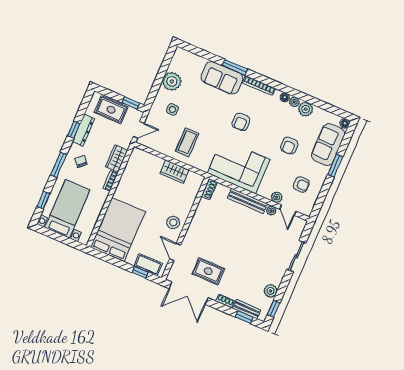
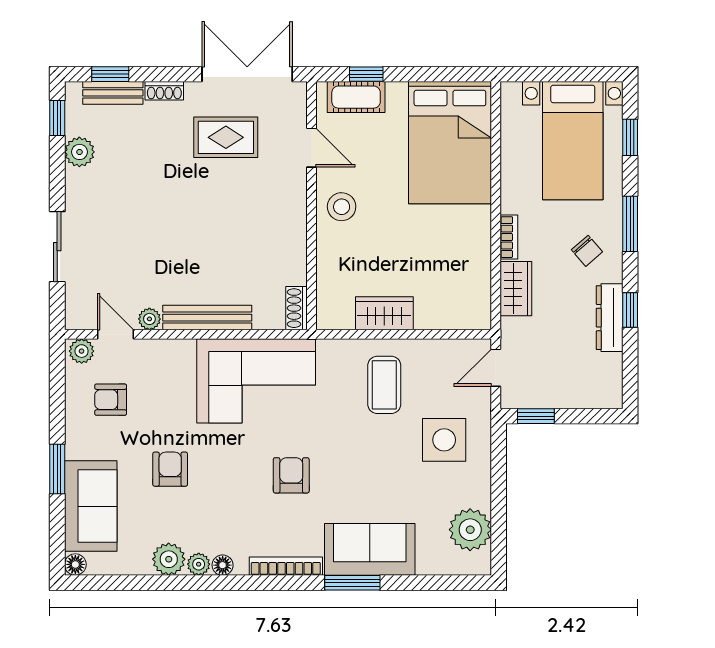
plant: (172, 81) -> (470, 530), moved
side table: (172, 109) -> (444, 440), width x1.87, depth x1.87
rug: (111, 110) -> (571, 385), removed
plant: (277, 197) -> (82, 351), moved

